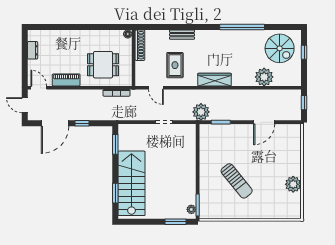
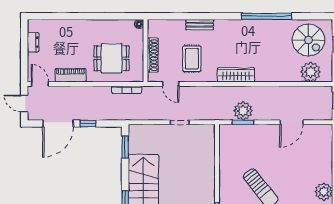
shoe rack: (140, 45) -> (153, 55), moved
plant: (264, 77) -> (311, 72), moved
plant: (201, 112) -> (243, 111), moved

